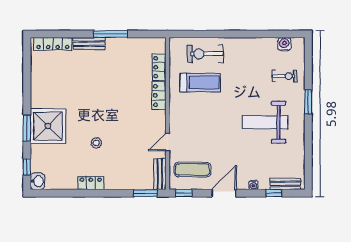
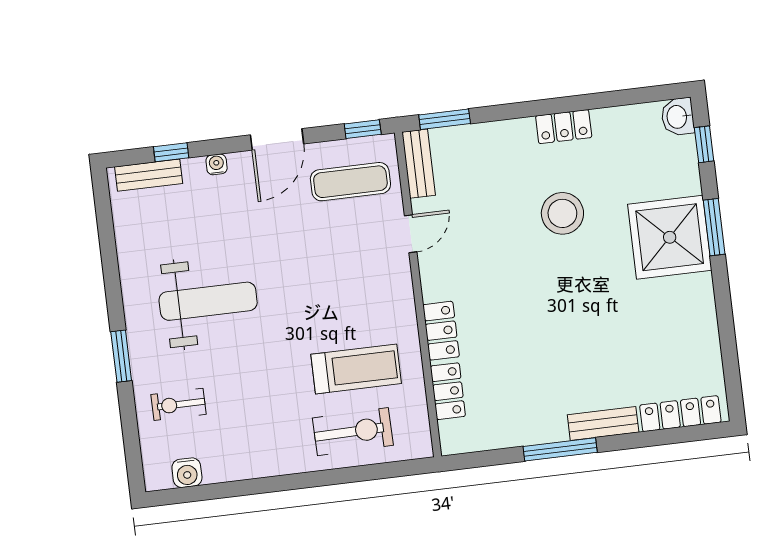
treadmill: (200, 83) -> (356, 369), turned 180
stool: (96, 143) -> (562, 213), width x1.89, depth x1.89

